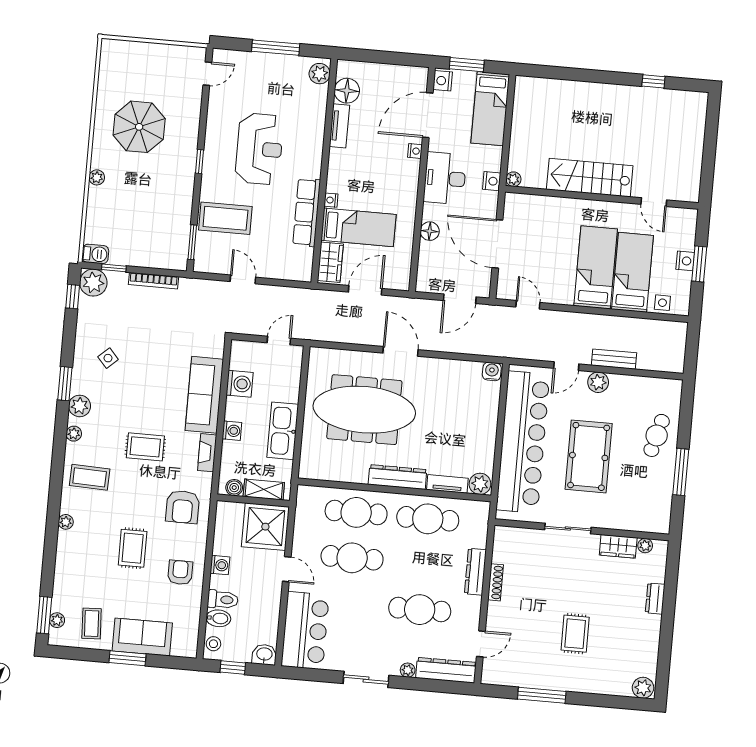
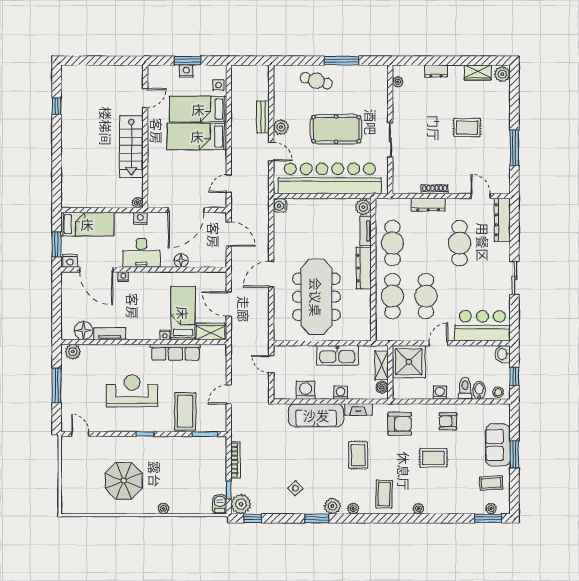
wardrobe: (618, 546) -> (478, 72), moved, turned 90
plant: (408, 670) -> (505, 248), removed

